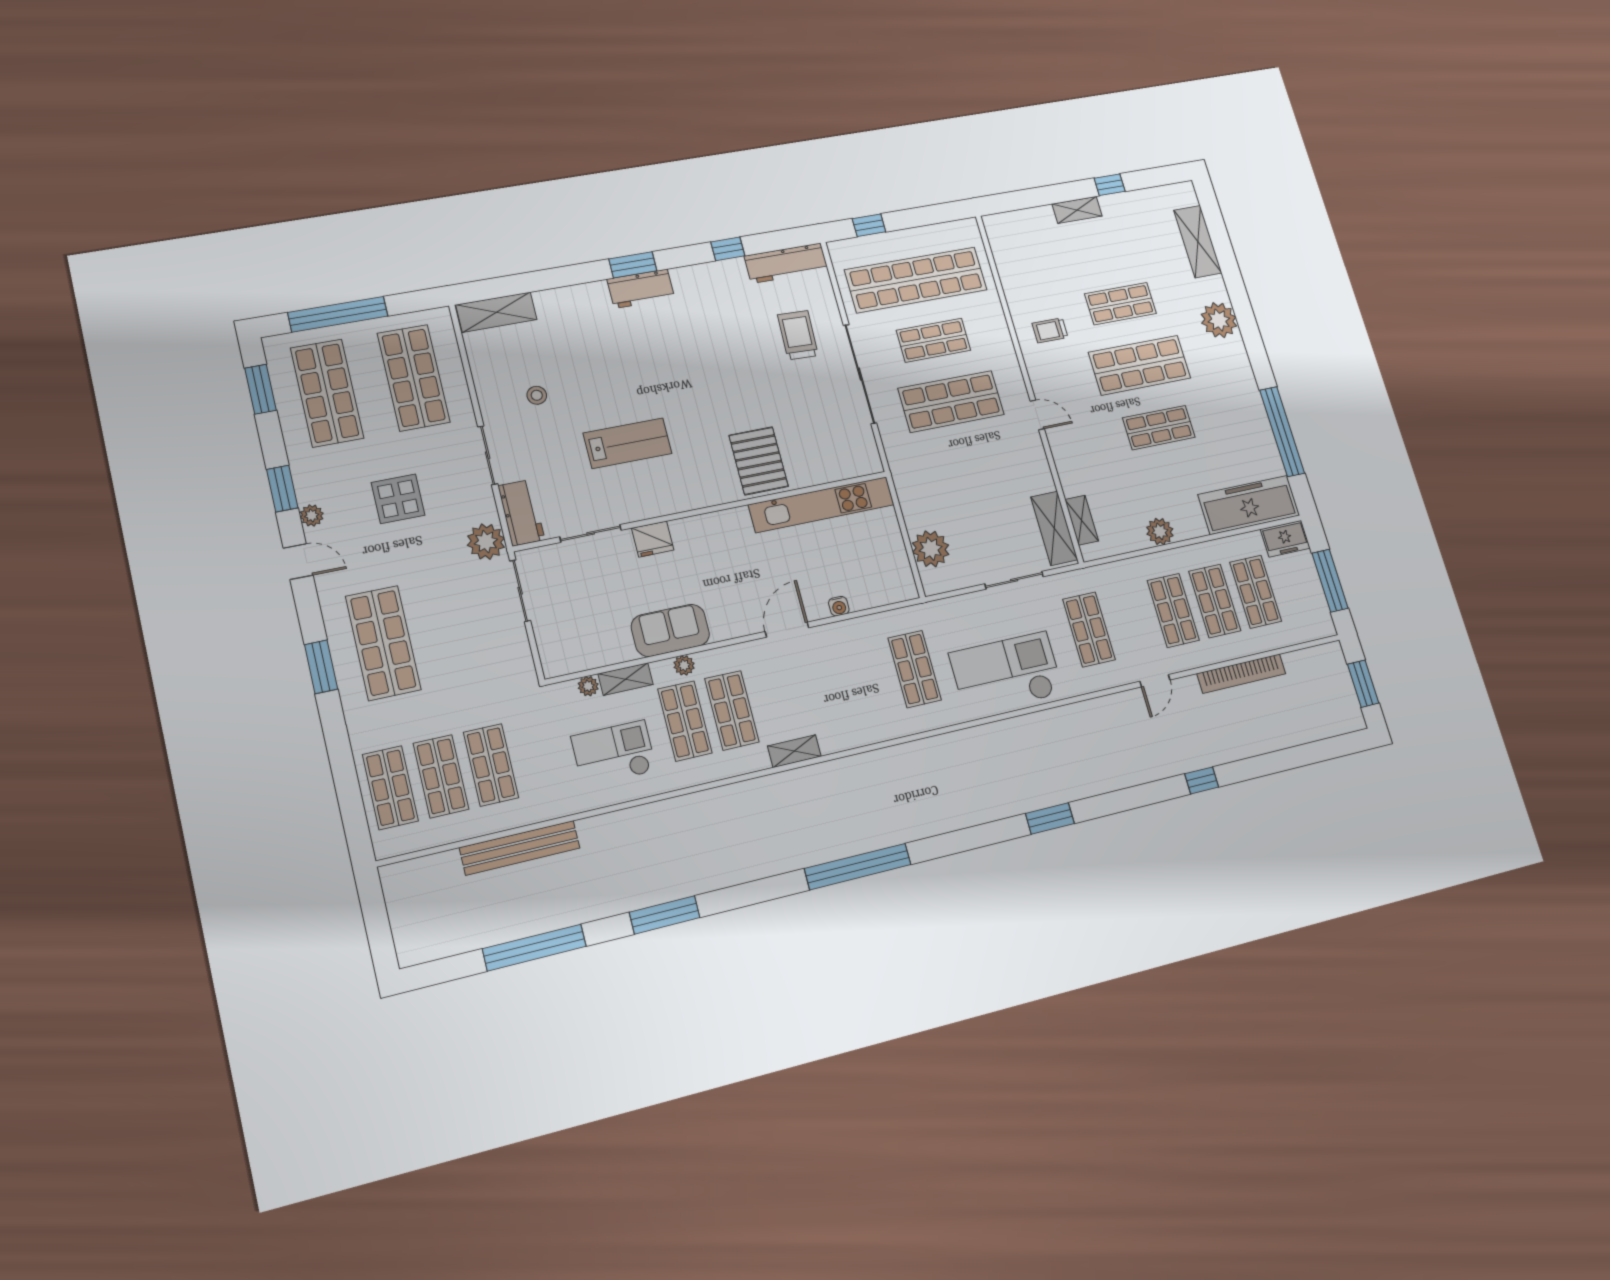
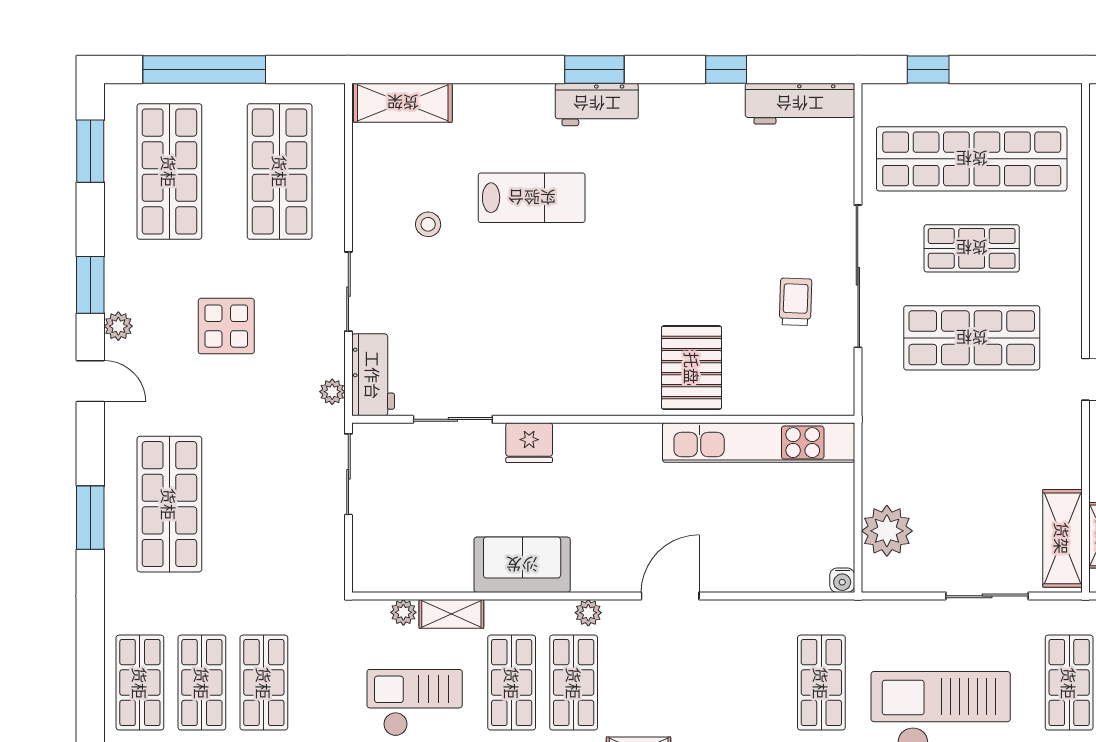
trolley: (798, 335) -> (796, 302), moved, width x0.73, depth x0.72
lab bench: (628, 443) -> (532, 198), moved
plant: (486, 542) -> (332, 392), width x0.53, depth x0.53
water cooler: (839, 606) -> (842, 580), moved
plant: (684, 665) -> (588, 613), moved

